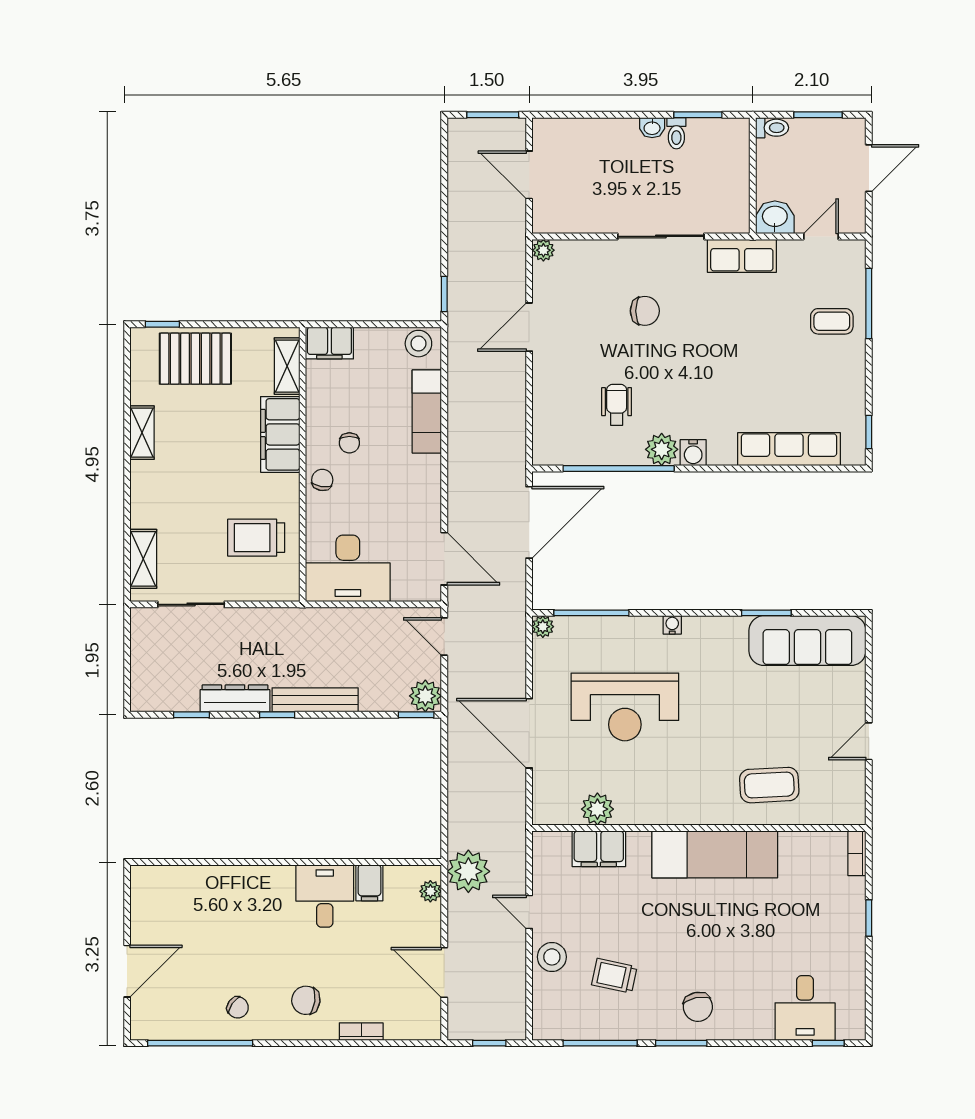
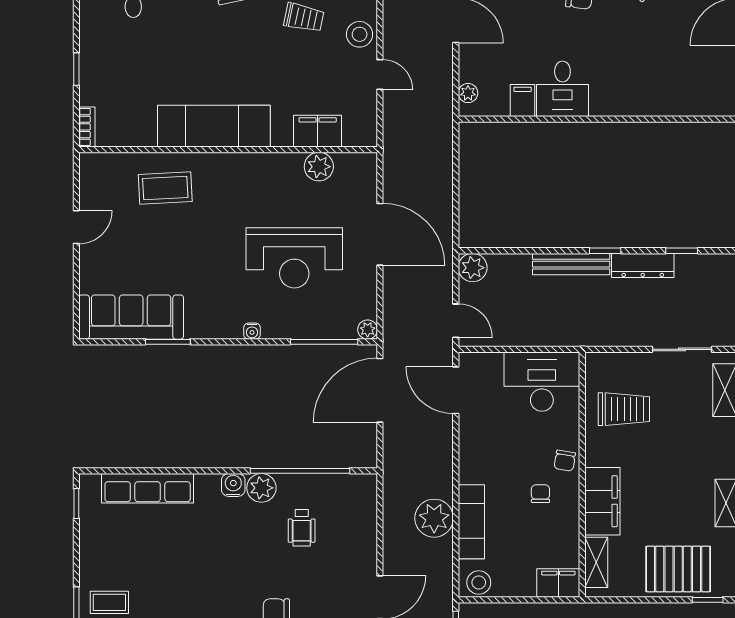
door: (529, 522) -> (380, 390), moved
reception desk: (625, 707) -> (294, 258), turned 180
window: (416, 715) -> (481, 251), removed
plant: (468, 871) -> (434, 518), moved

